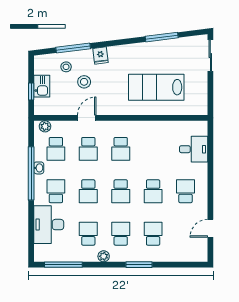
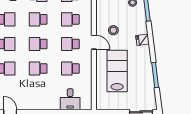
fridge: (101, 55) -> (143, 40), moved
stool: (84, 82) -> (113, 30), moved
door: (87, 118) -> (94, 42), moved
school desk: (186, 191) -> (70, 69), moved, turned 180

